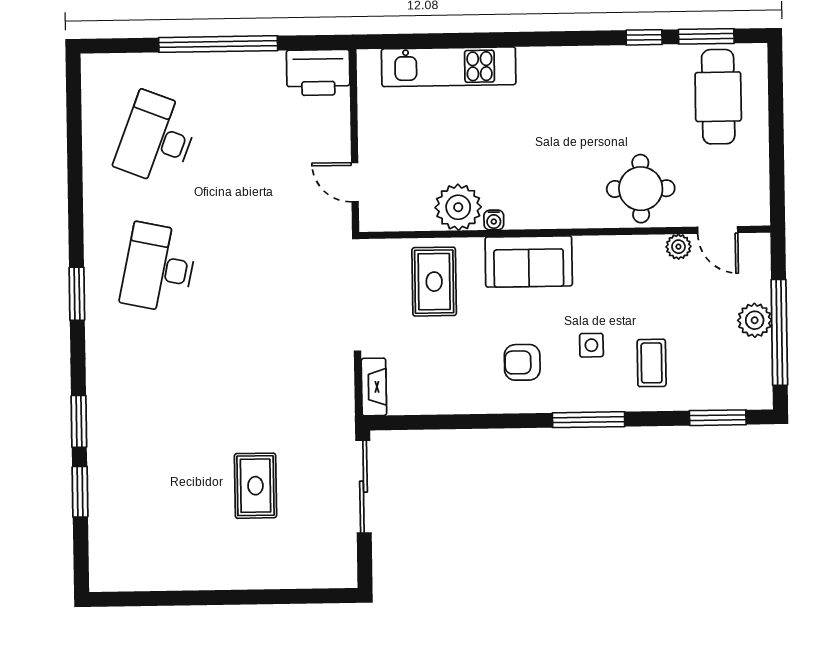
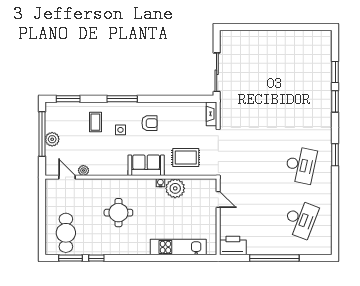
round table: (641, 189) -> (118, 213), moved
rug: (434, 282) -> (186, 157), turned 90
rug: (255, 486) -> (262, 73), removed

